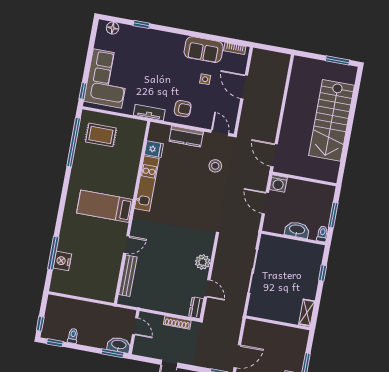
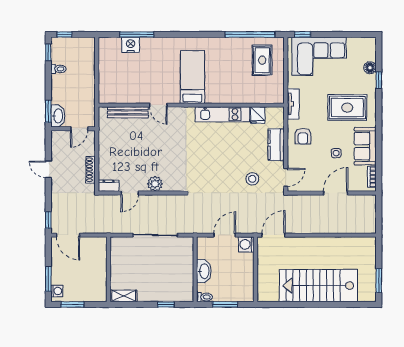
floor lamp: (113, 28) -> (370, 68), moved
rug: (163, 60) -> (347, 108), added

